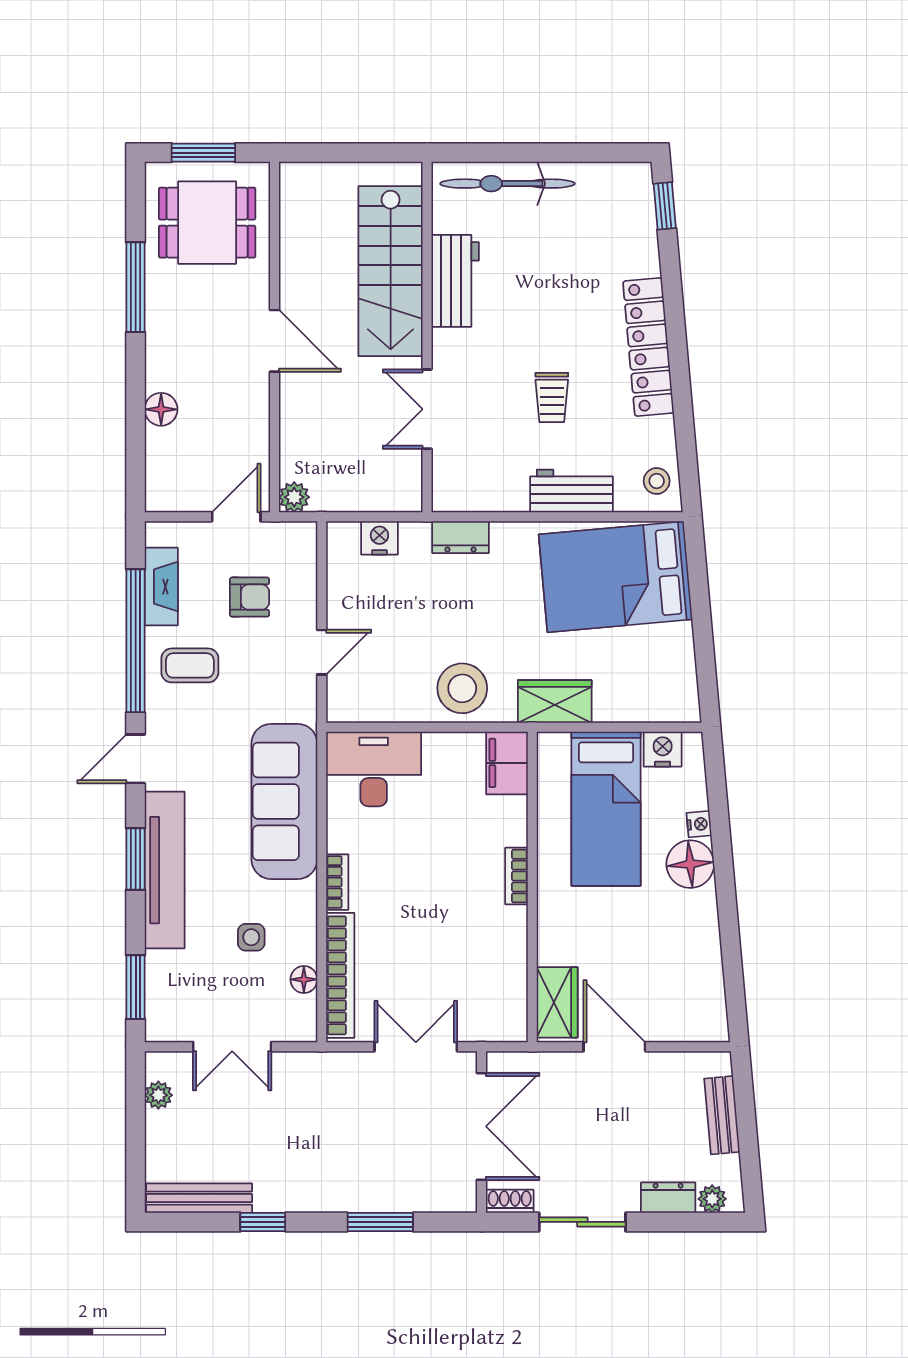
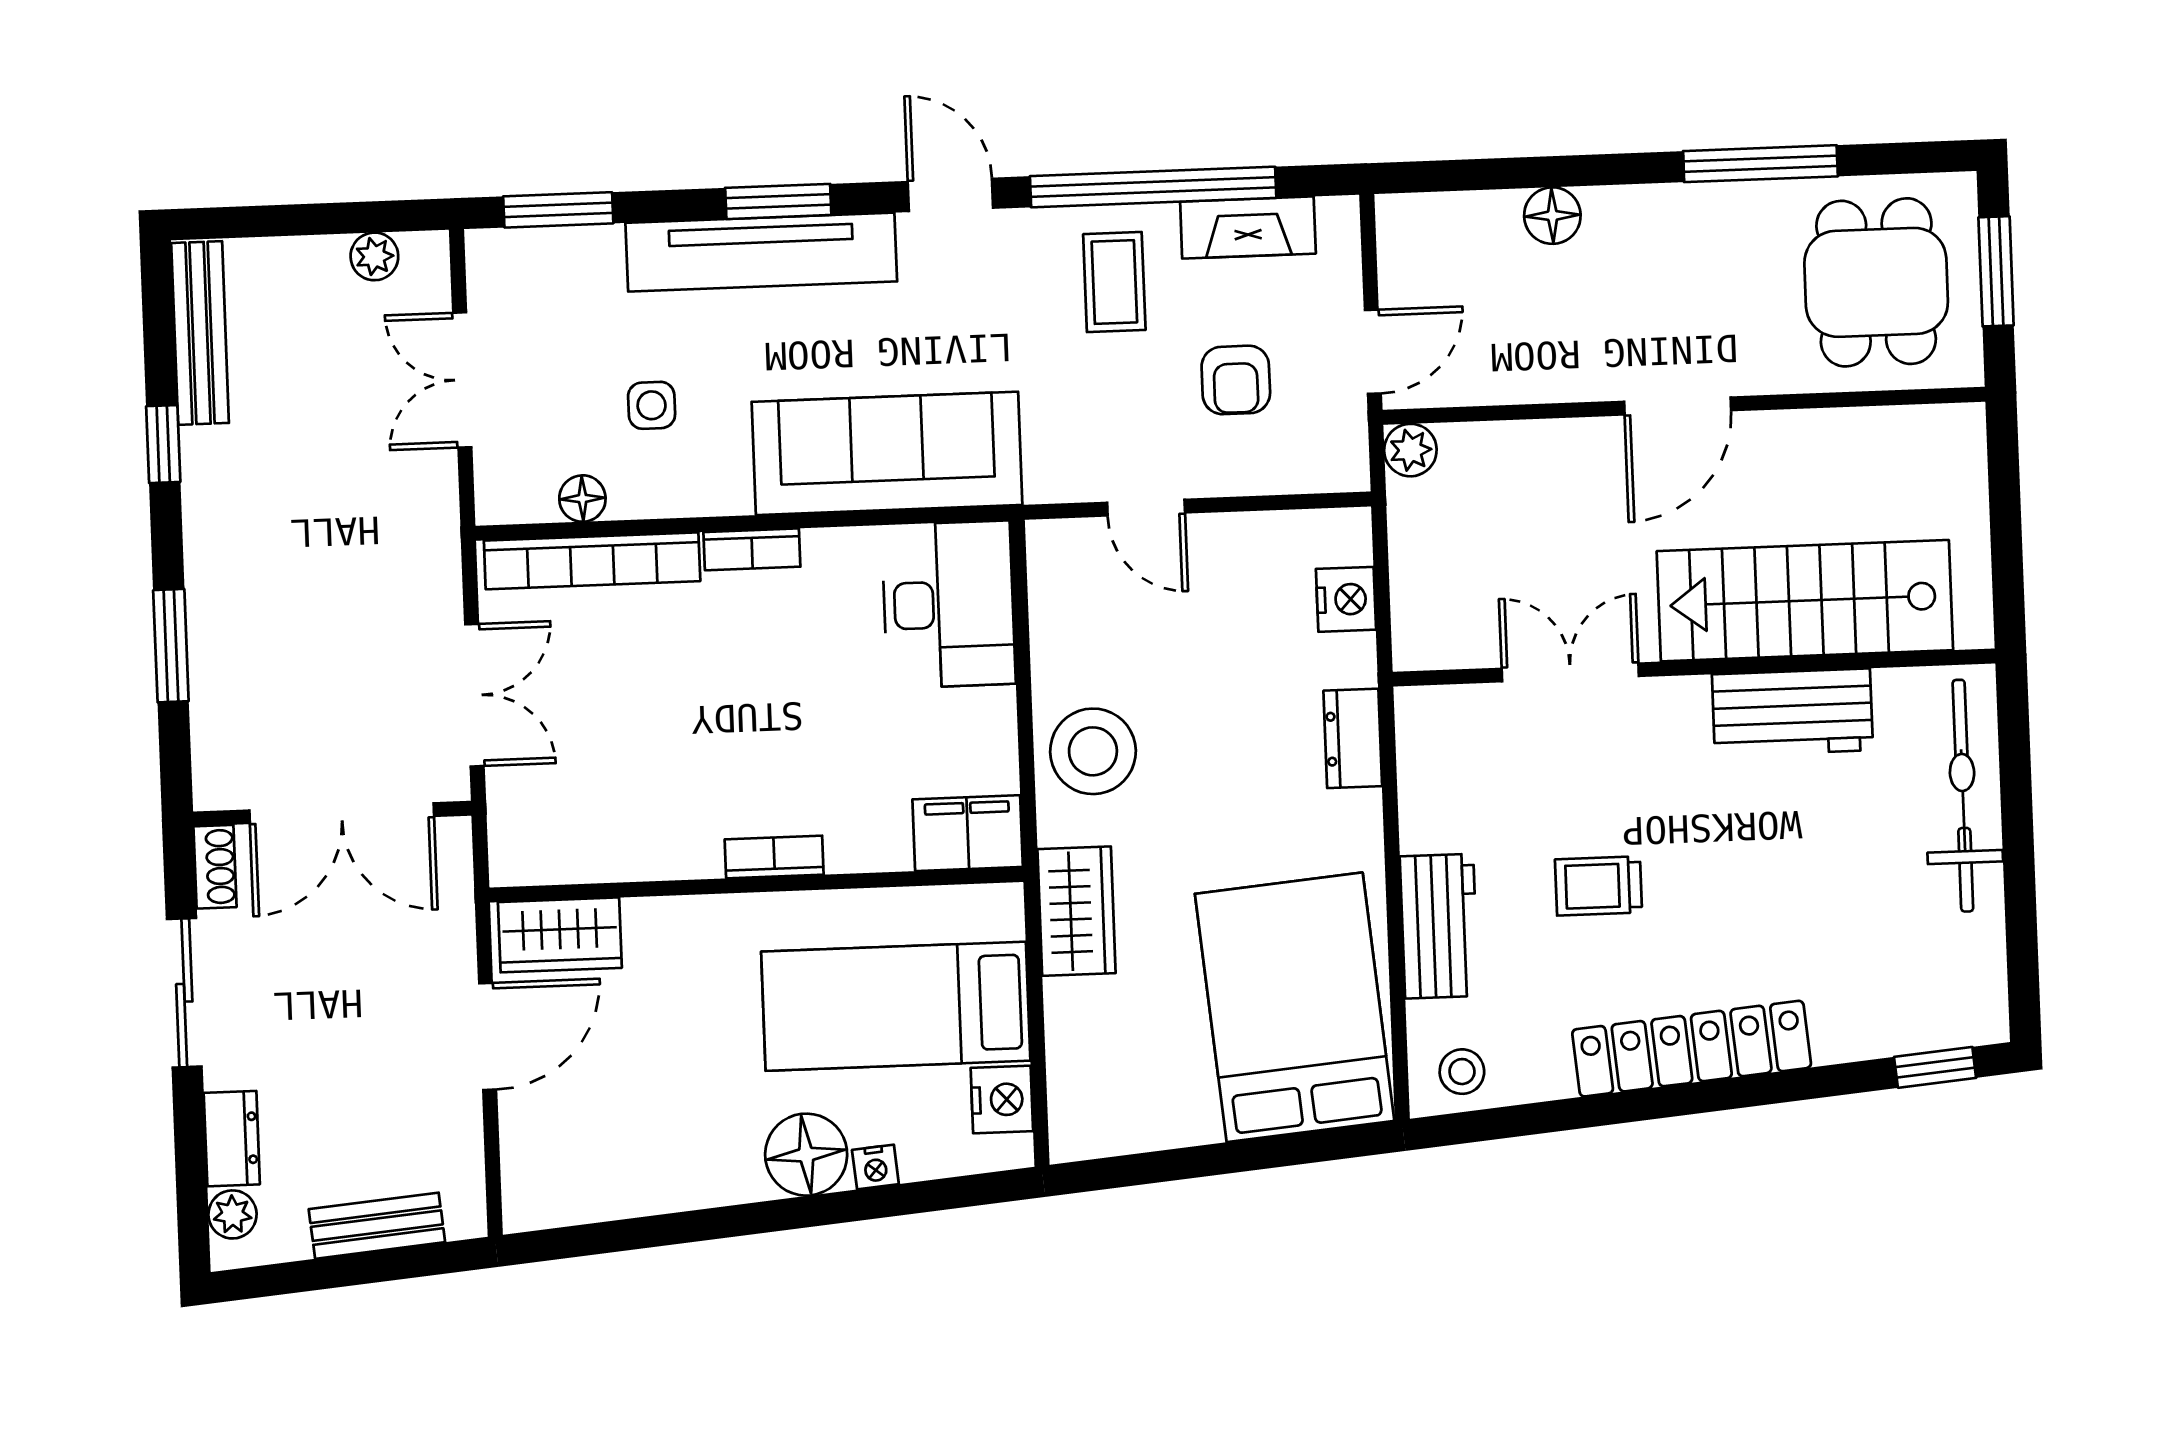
door: (236, 517) -> (1373, 352), hinge flipped

